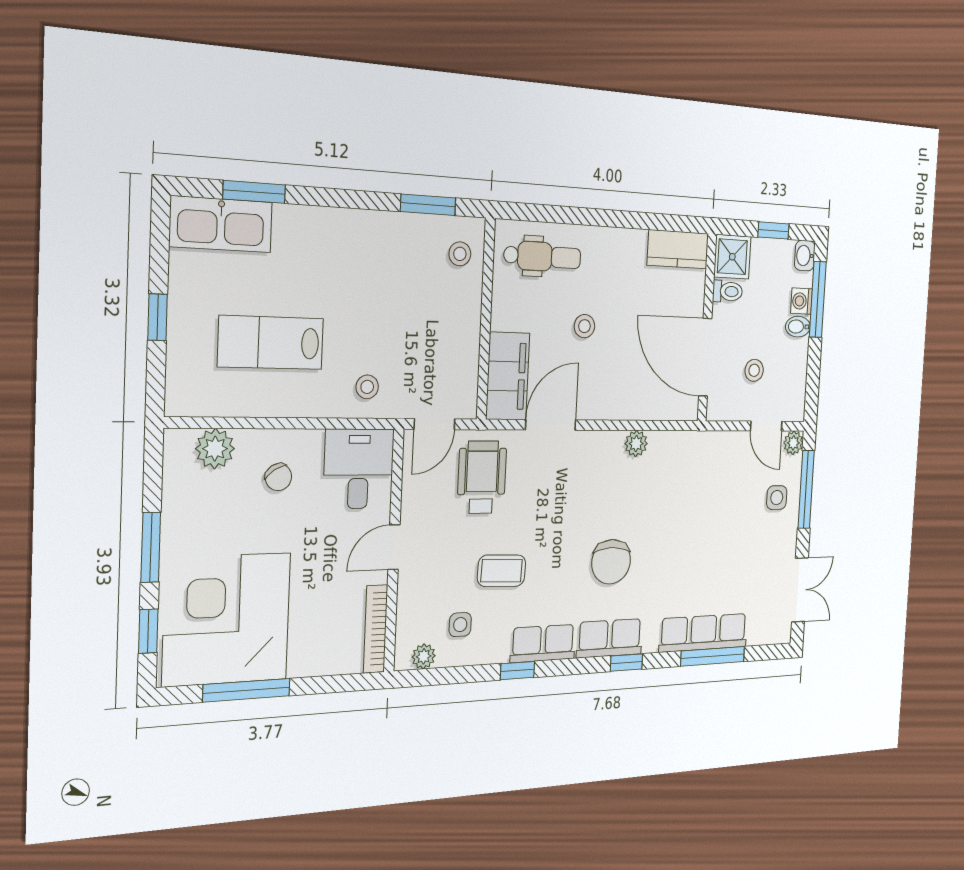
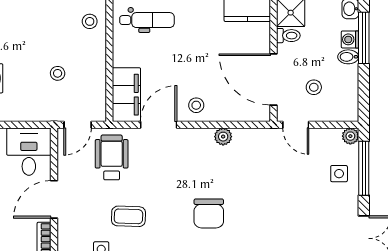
stool: (584, 326) -> (196, 105), moved
stool: (367, 387) -> (58, 73), moved
door: (766, 426) -> (296, 125), moved
door: (394, 547) -> (54, 199), width x1.38

